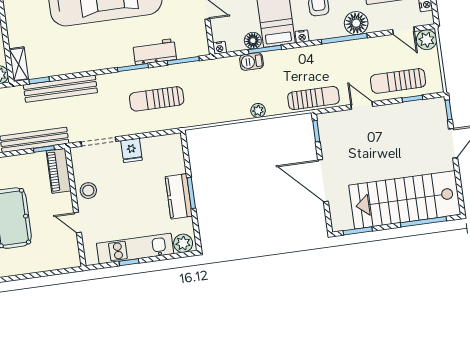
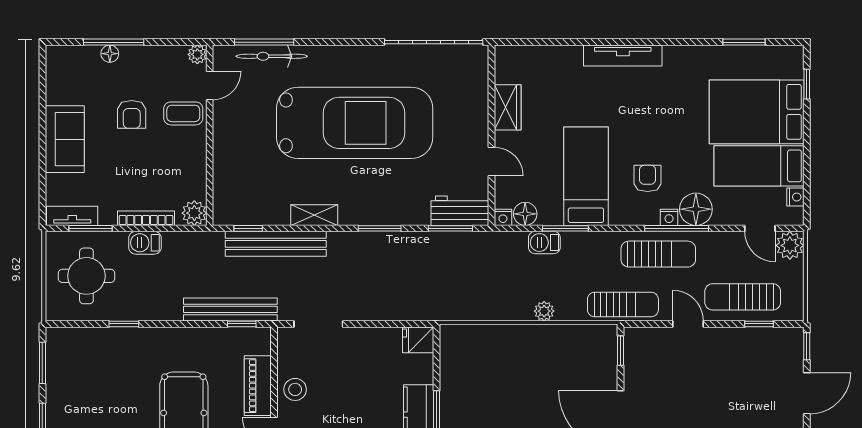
nightstand: (302, 36) -> (669, 217), moved
floor lamp: (253, 41) -> (525, 214), moved
workbench: (155, 52) -> (460, 211), moved
shelving: (19, 64) -> (314, 215), moved, turned 90
sun lounger: (157, 99) -> (658, 254), moved, turned 180
fridge: (131, 150) -> (418, 340), moved, turned 90
piano: (59, 171) -> (258, 386), moved

